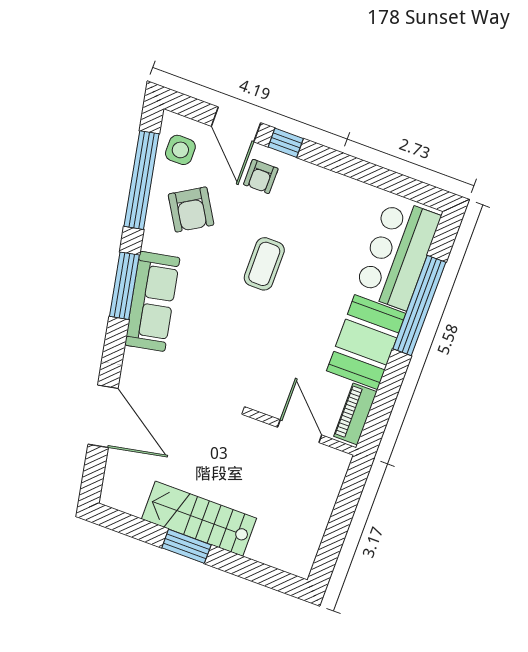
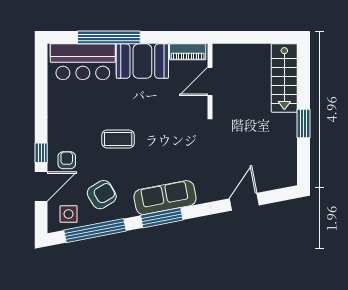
armchair: (261, 176) -> (67, 160), turned -90
door: (103, 416) -> (244, 202), width x0.73
stairs: (199, 519) -> (284, 78), moved

